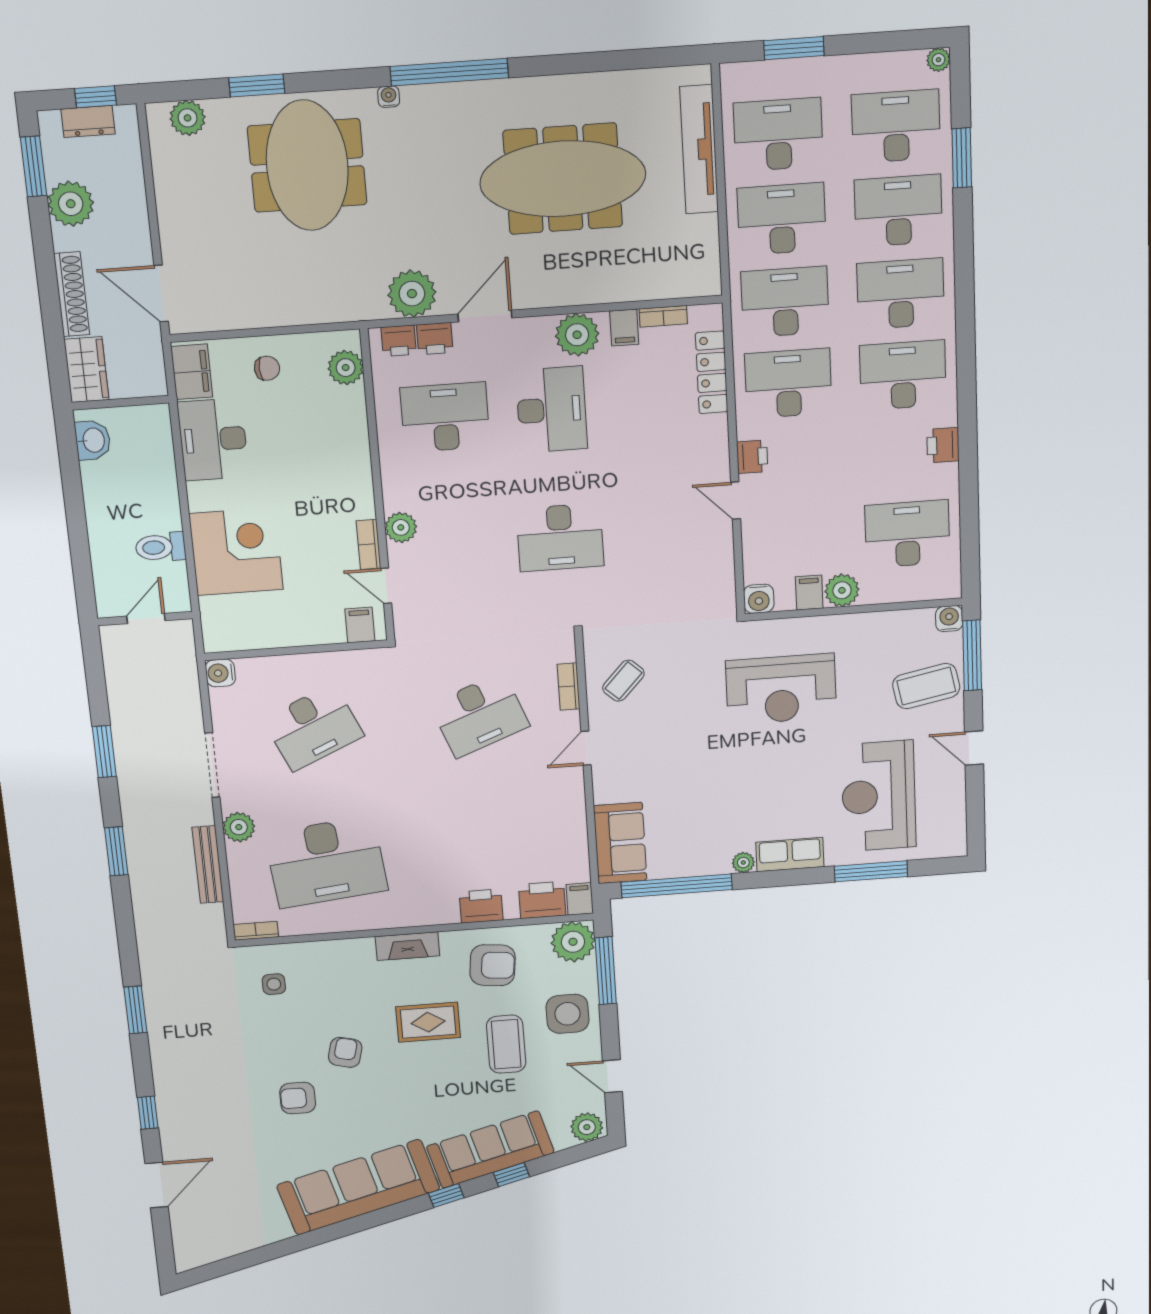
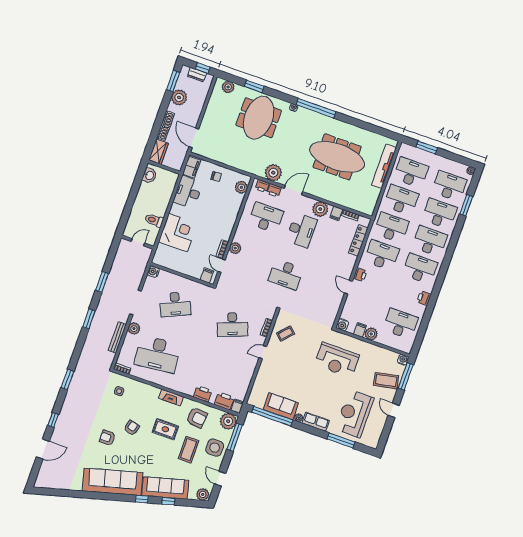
sofa: (620, 843) -> (281, 406), moved, turned -90

